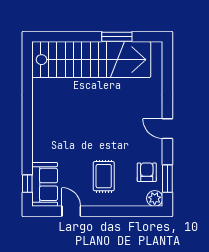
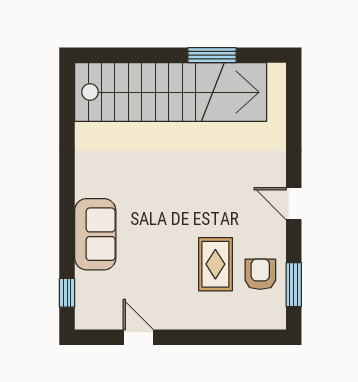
rug: (104, 176) -> (215, 264), moved
sofa: (45, 184) -> (95, 234), moved
plant: (155, 198) -> (273, 317), removed

